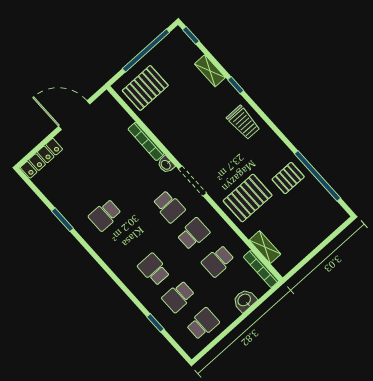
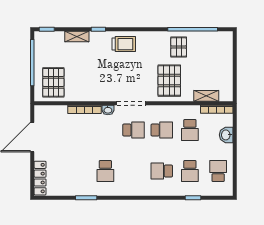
school desk: (193, 234) -> (162, 130), turned 90

